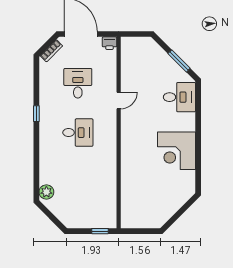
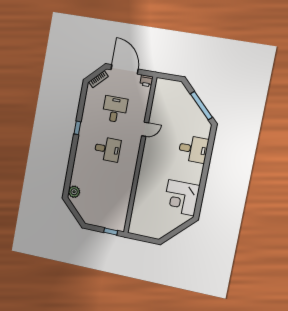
window: (179, 61) -> (201, 106), width x1.44
desk: (179, 97) -> (193, 149), moved
corner desk: (177, 151) -> (181, 198), moved

